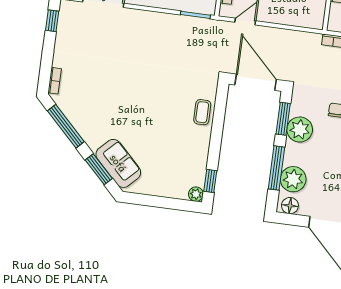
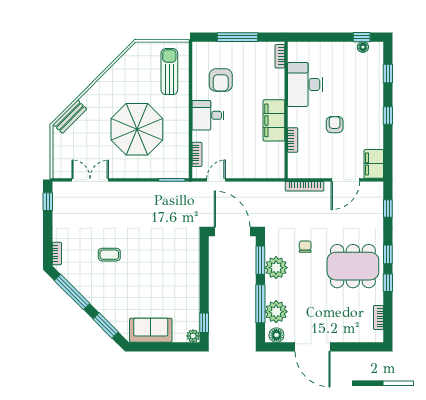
coffee table: (202, 112) -> (109, 255), moved, turned 90
sofa: (118, 163) -> (151, 330), moved, turned -45

